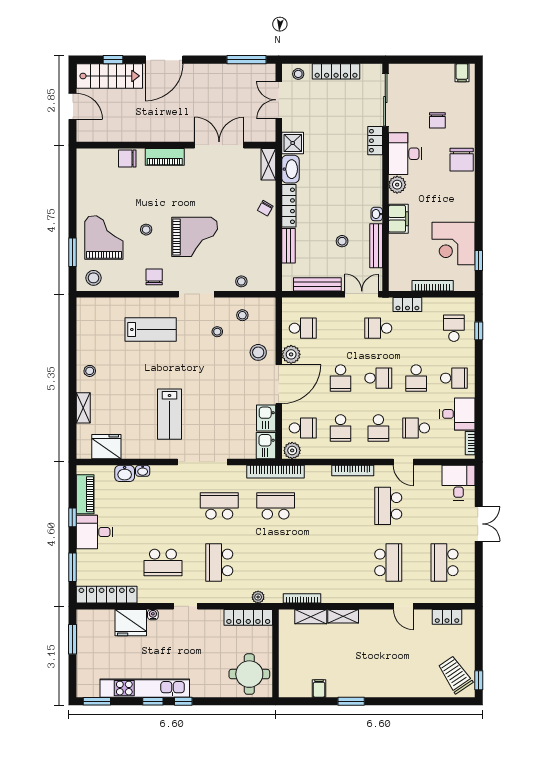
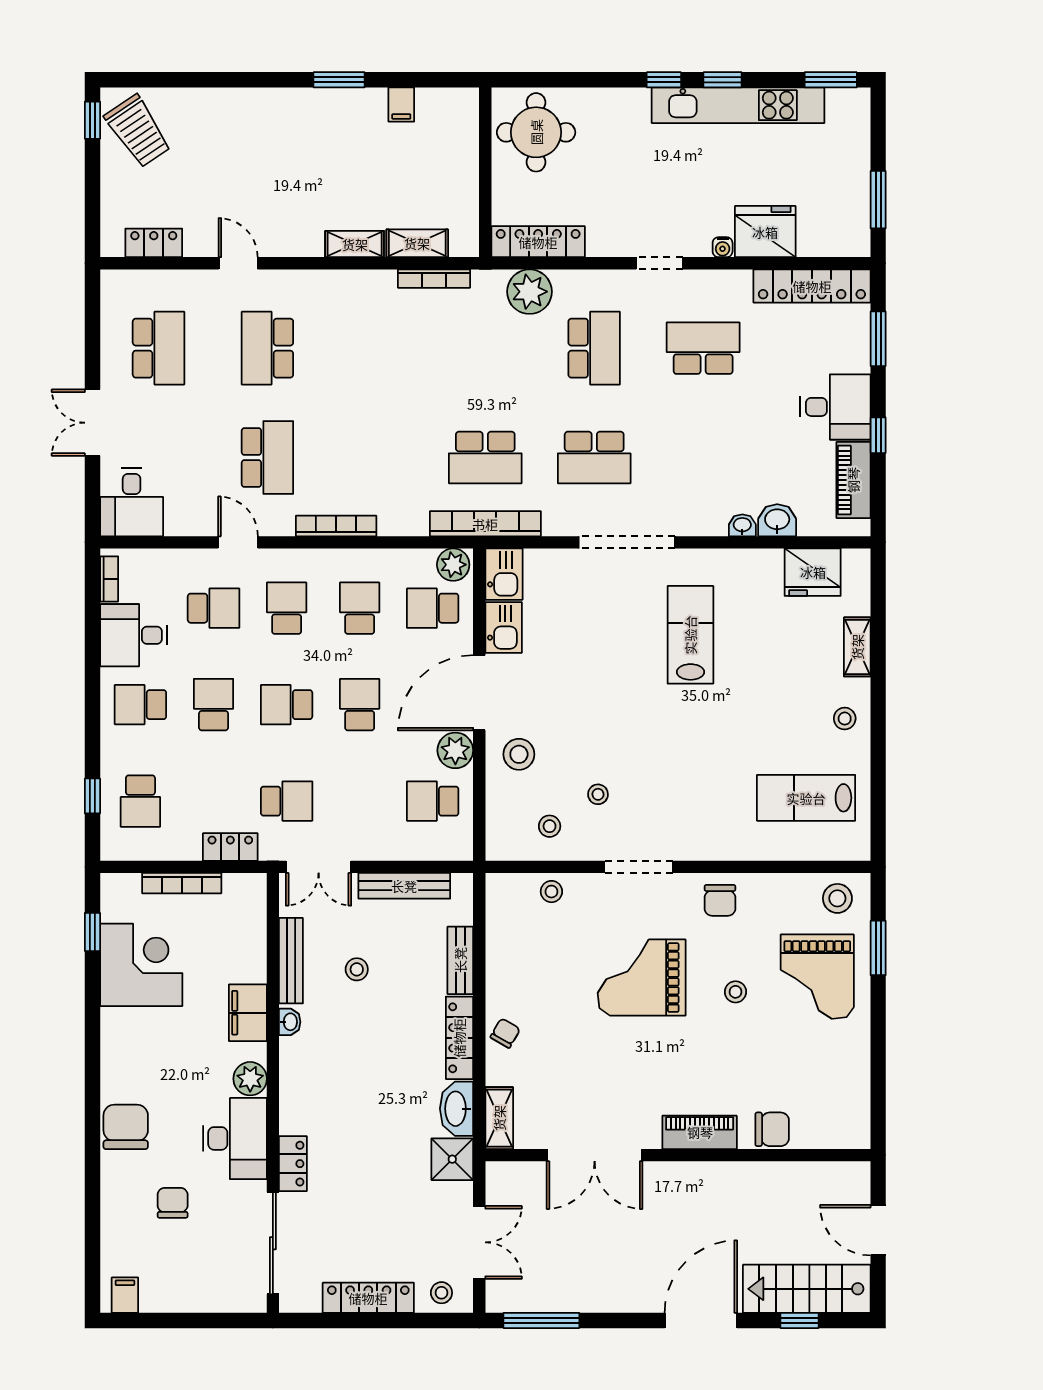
lab bench: (151, 330) -> (806, 798), moved
plant: (258, 597) -> (530, 292), width x1.88, depth x1.88

